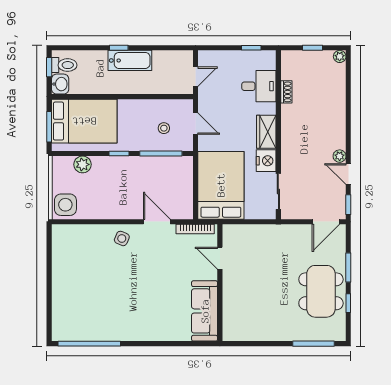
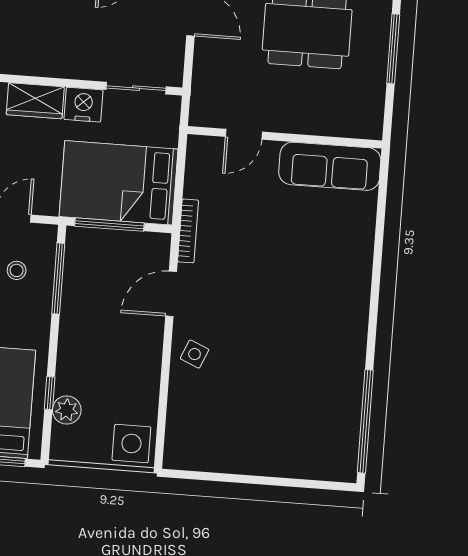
window: (119, 153) -> (50, 393), moved
window: (195, 182) -> (109, 225), added
door: (220, 258) -> (244, 134), moved
wall: (220, 283) -> (285, 137), moved
sofa: (205, 311) -> (330, 166), moved

